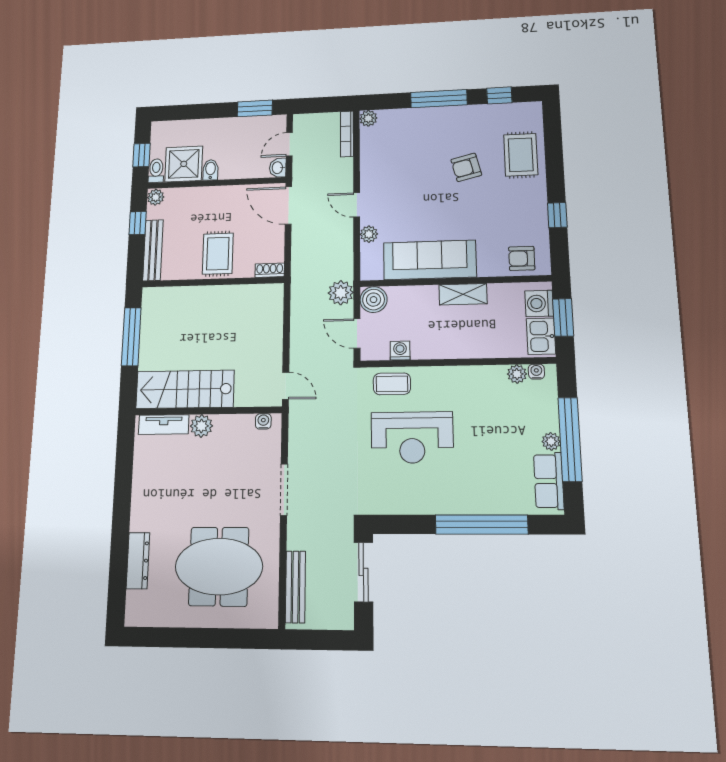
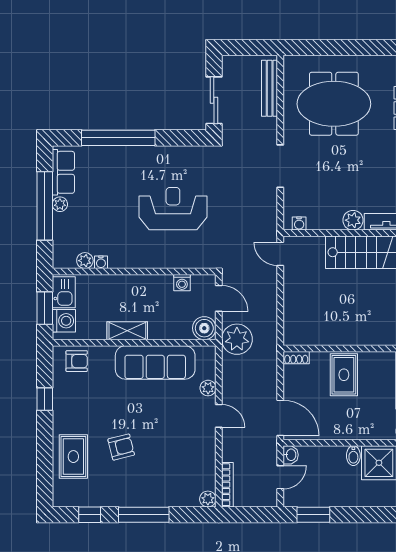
plant: (341, 293) -> (237, 339), width x1.36, depth x1.36
water cooler: (536, 372) -> (101, 262), moved
coffee table: (392, 384) -> (189, 254), removed

